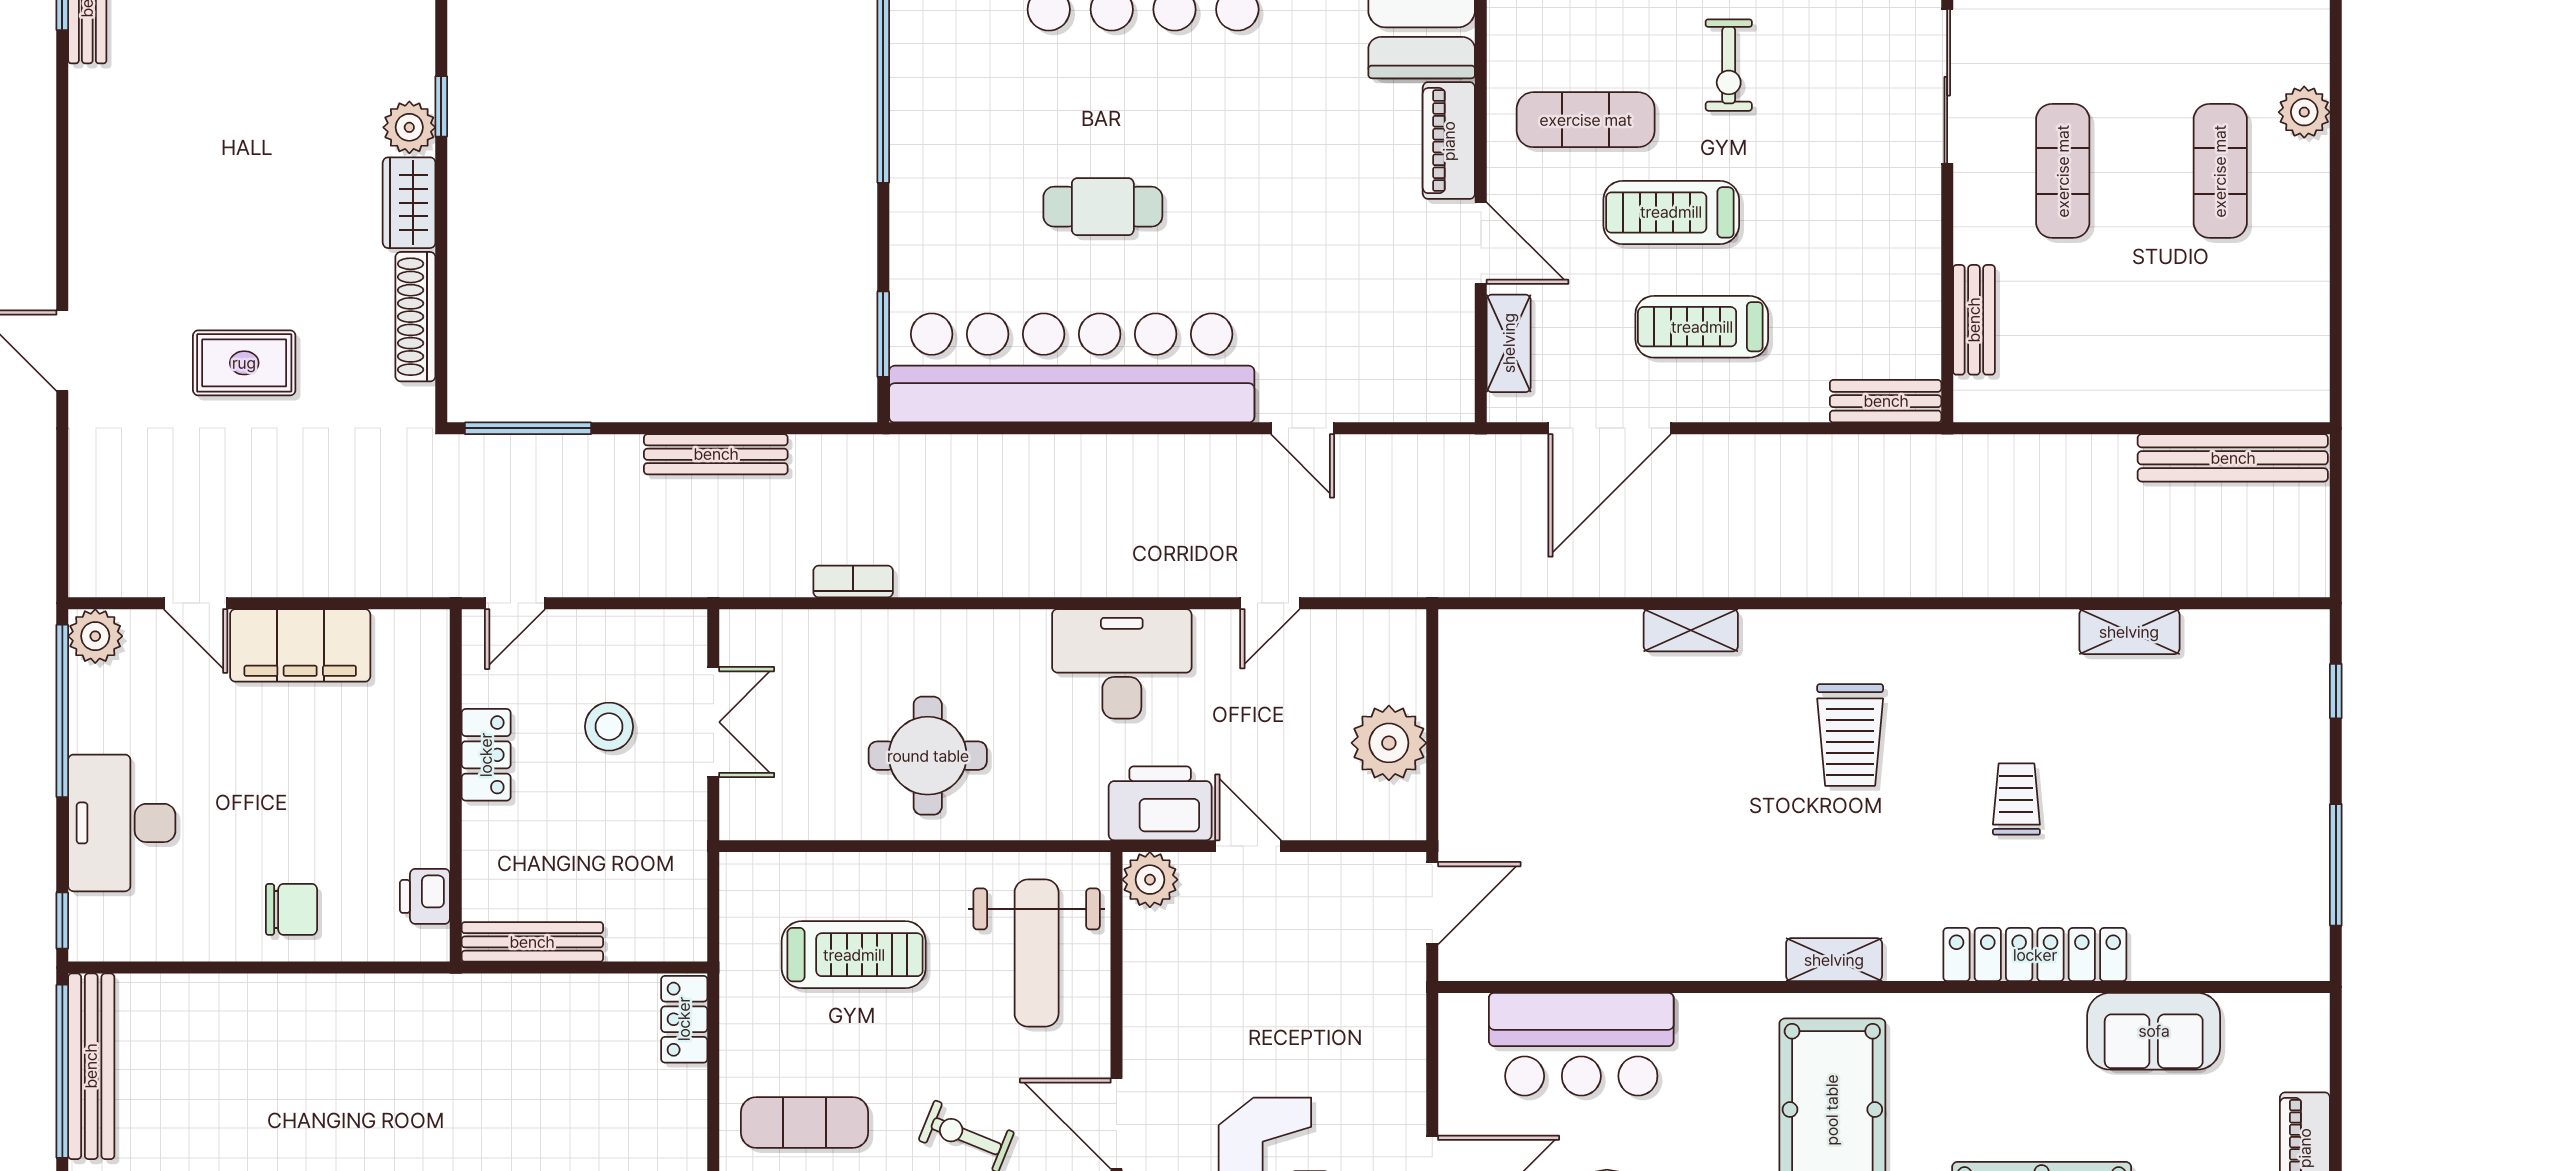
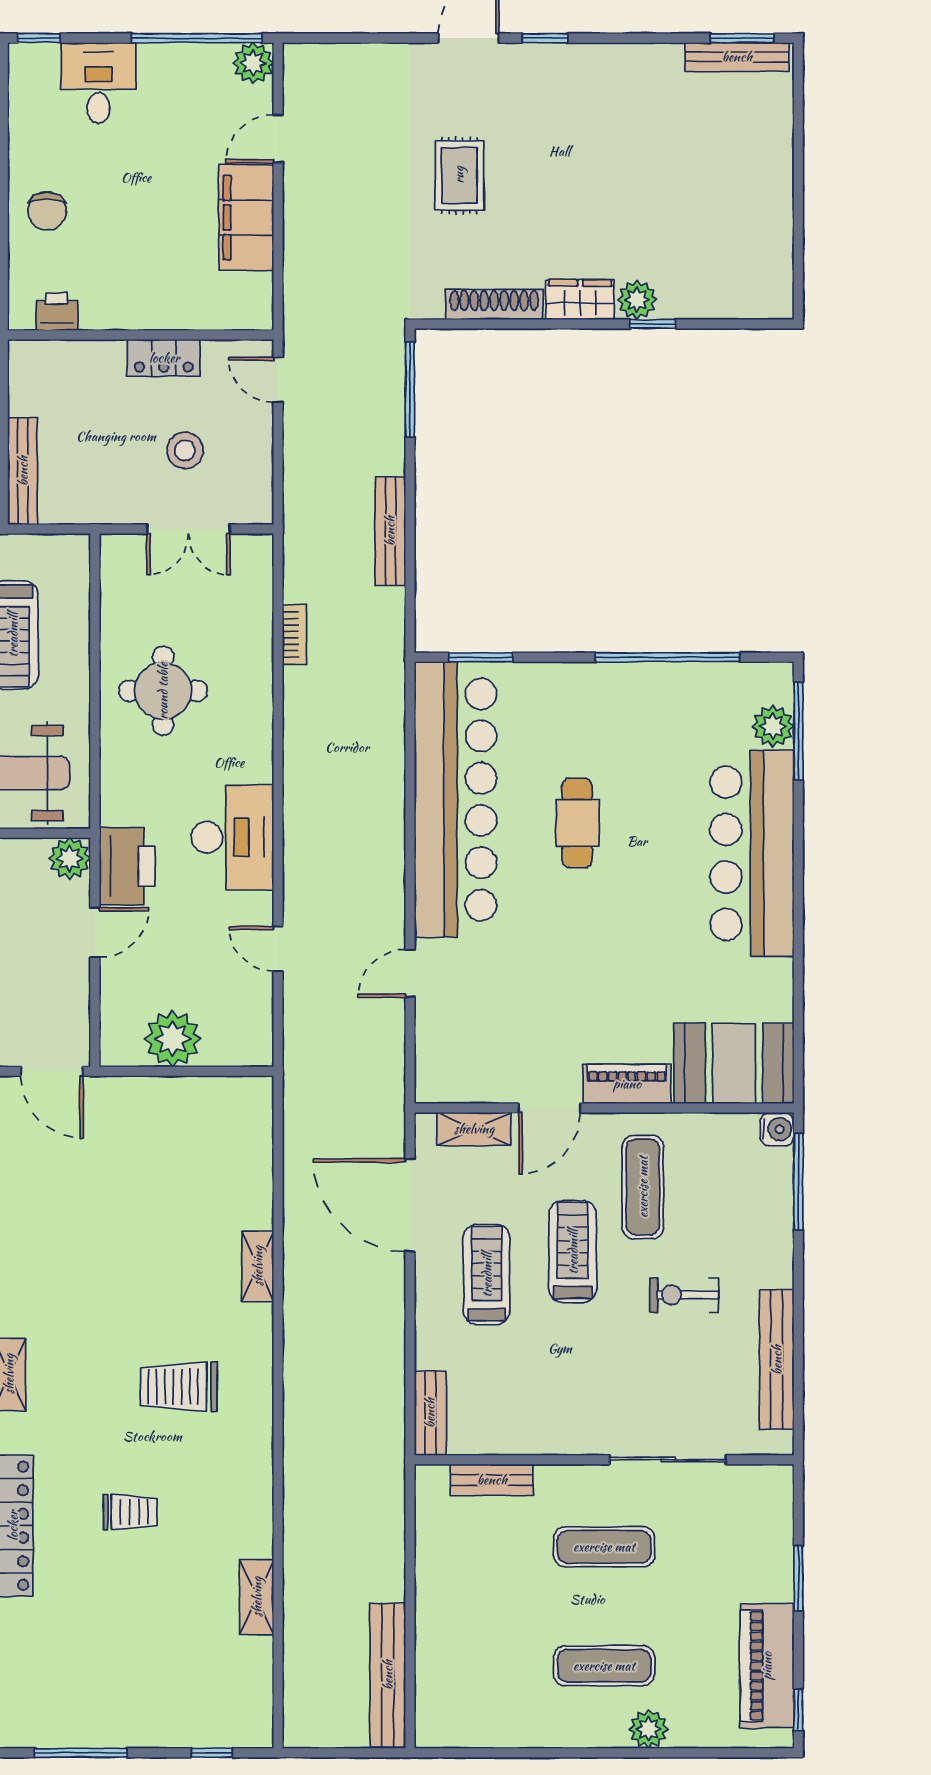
window: (62, 250) -> (545, 38), added
desk: (122, 823) -> (98, 83), width x0.73
bench: (532, 942) -> (23, 471), moved

